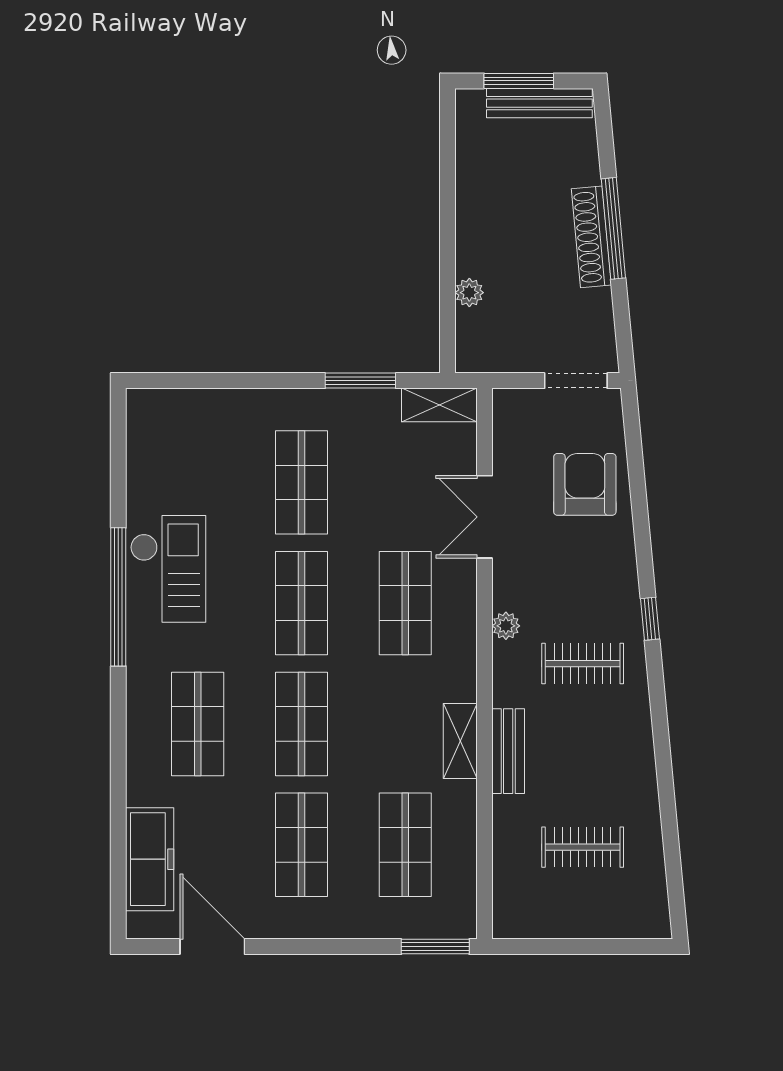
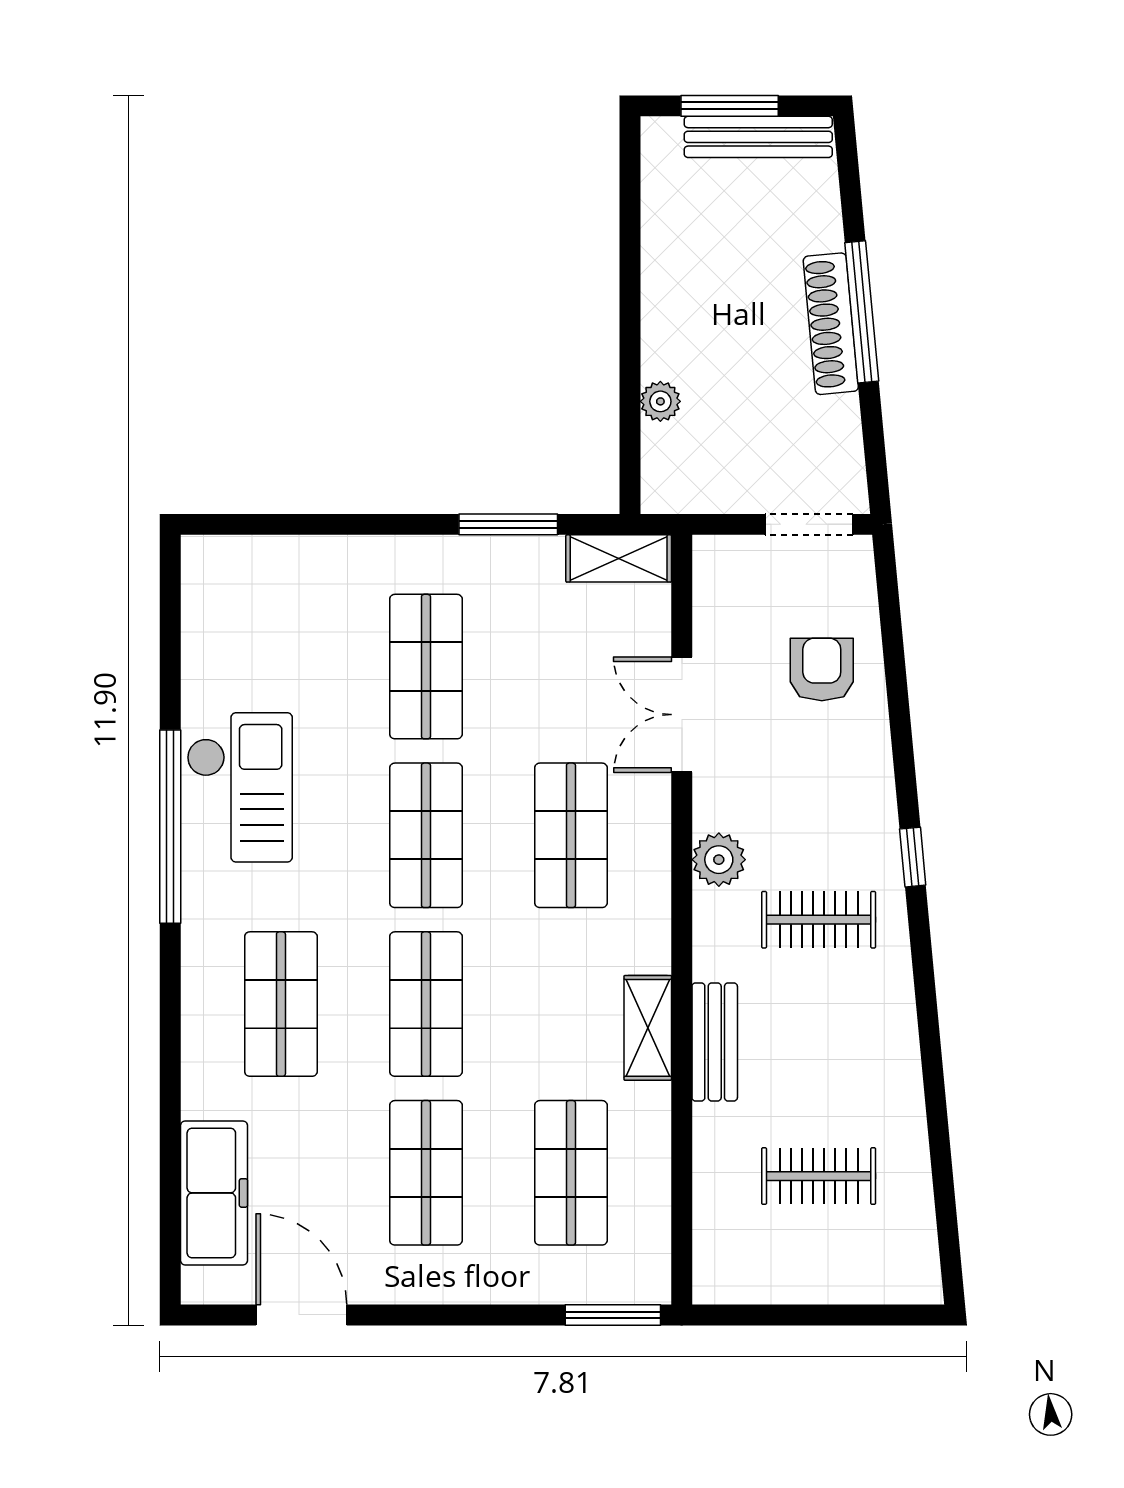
armchair: (585, 484) -> (822, 669), width x0.72, depth x0.72
plant: (506, 626) -> (719, 860), width x1.38, depth x1.38

